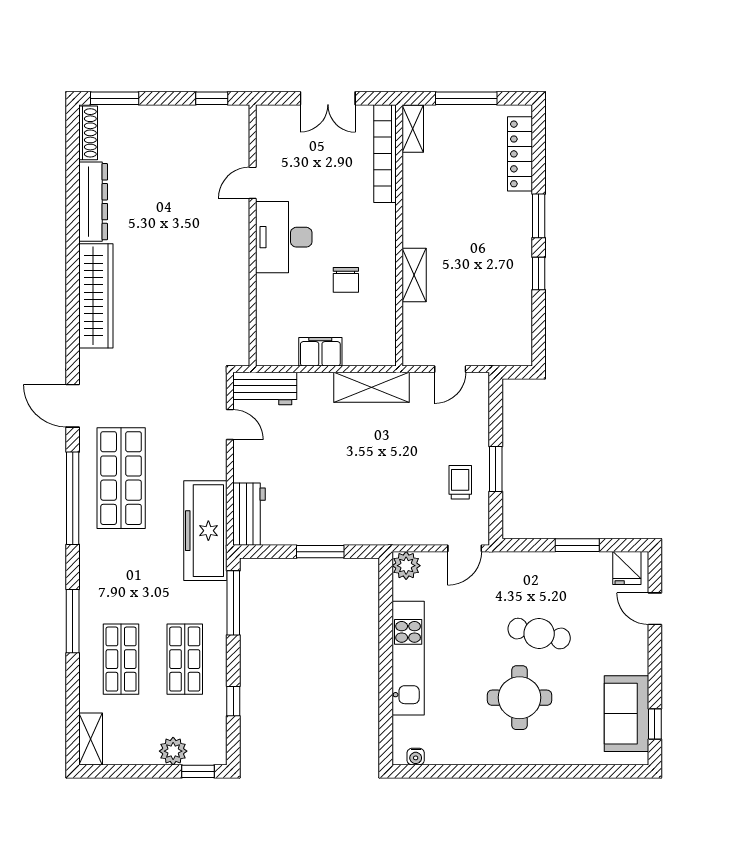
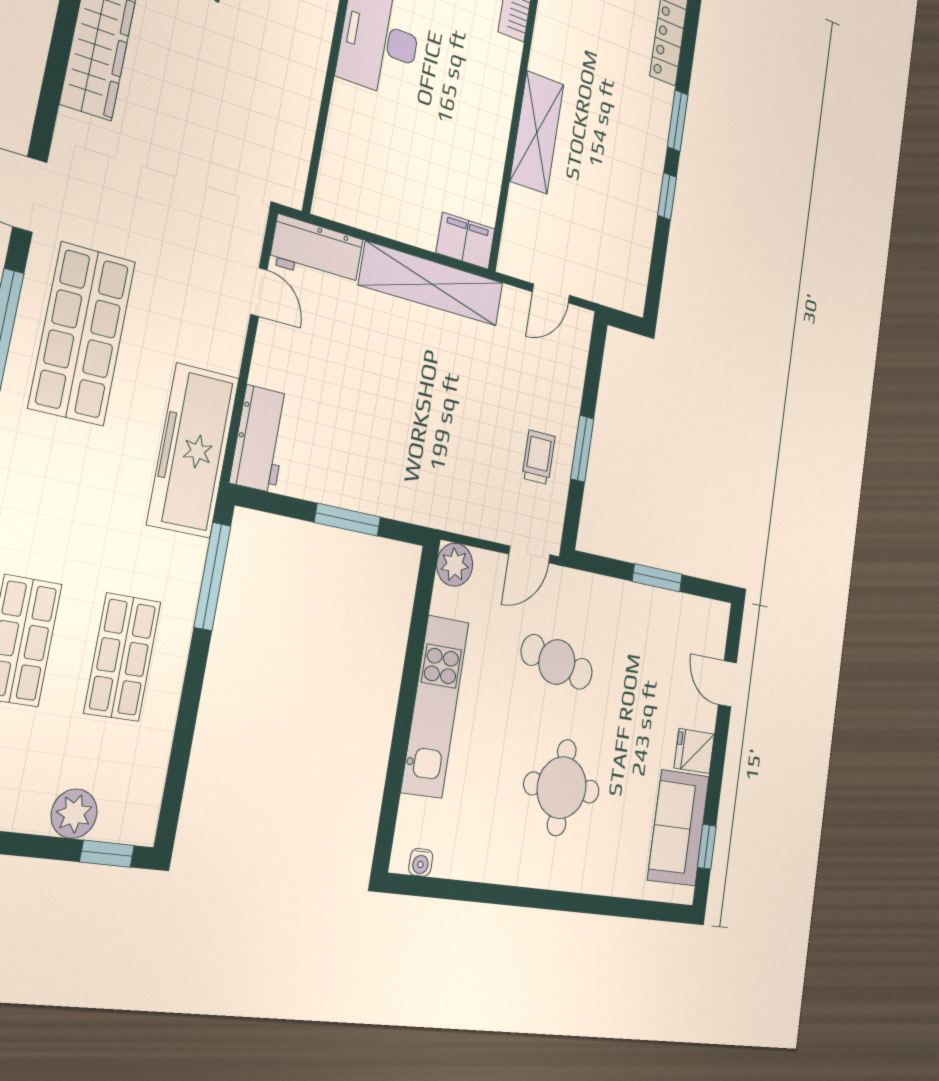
shelving: (414, 275) -> (537, 132), width x1.50, depth x1.33
chair: (346, 280) -> (447, 127), removed
filing cabinet: (320, 352) -> (466, 241), moved
shelving: (371, 387) -> (432, 284), width x1.47
fridge: (627, 568) -> (694, 751), moved, turned 90
cafe table: (539, 634) -> (557, 662), moved
window: (233, 701) -> (183, 739), removed

